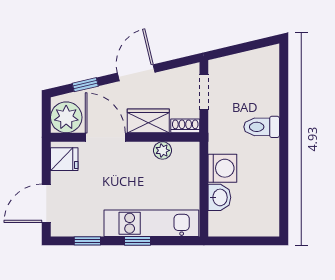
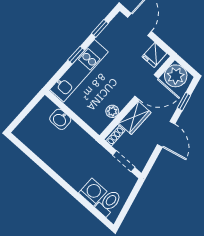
toilet: (262, 127) -> (109, 203), moved
washing machine: (222, 168) -> (93, 192), moved, turned 180

